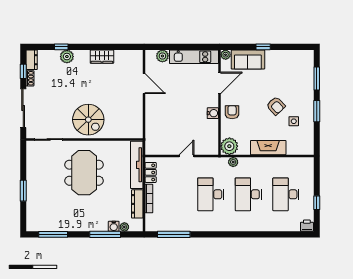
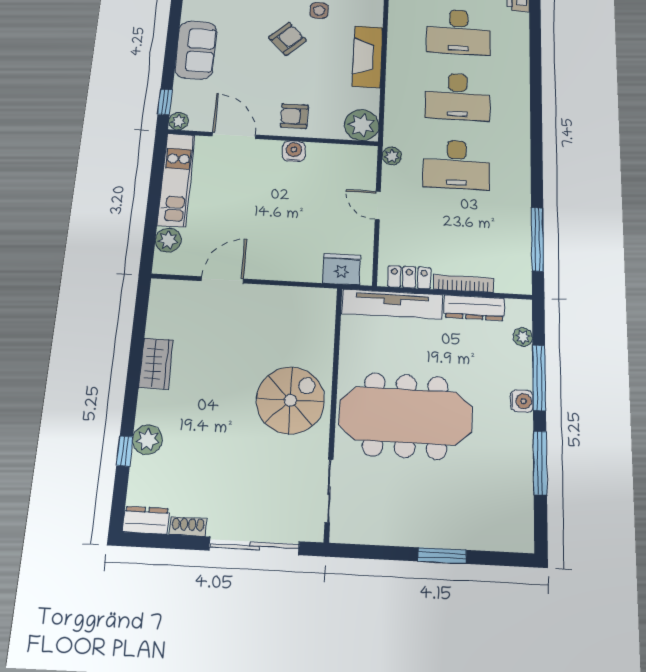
window: (263, 47) -> (165, 102), moved
sofa: (248, 59) -> (196, 50), moved
window: (23, 71) -> (171, 542), removed
fridge: (153, 140) -> (341, 269), added
plant: (233, 162) -> (392, 156), moved
meeting table: (84, 173) -> (406, 416), width x1.36
water cooler: (114, 226) -> (522, 401), moved
window: (53, 234) -> (540, 463), moved

